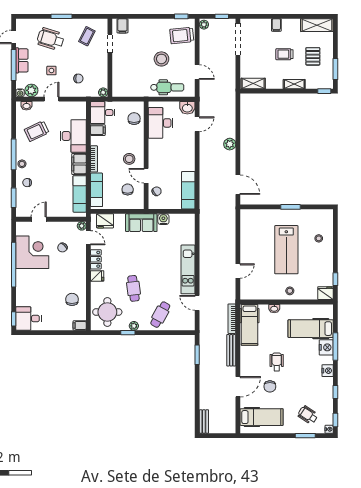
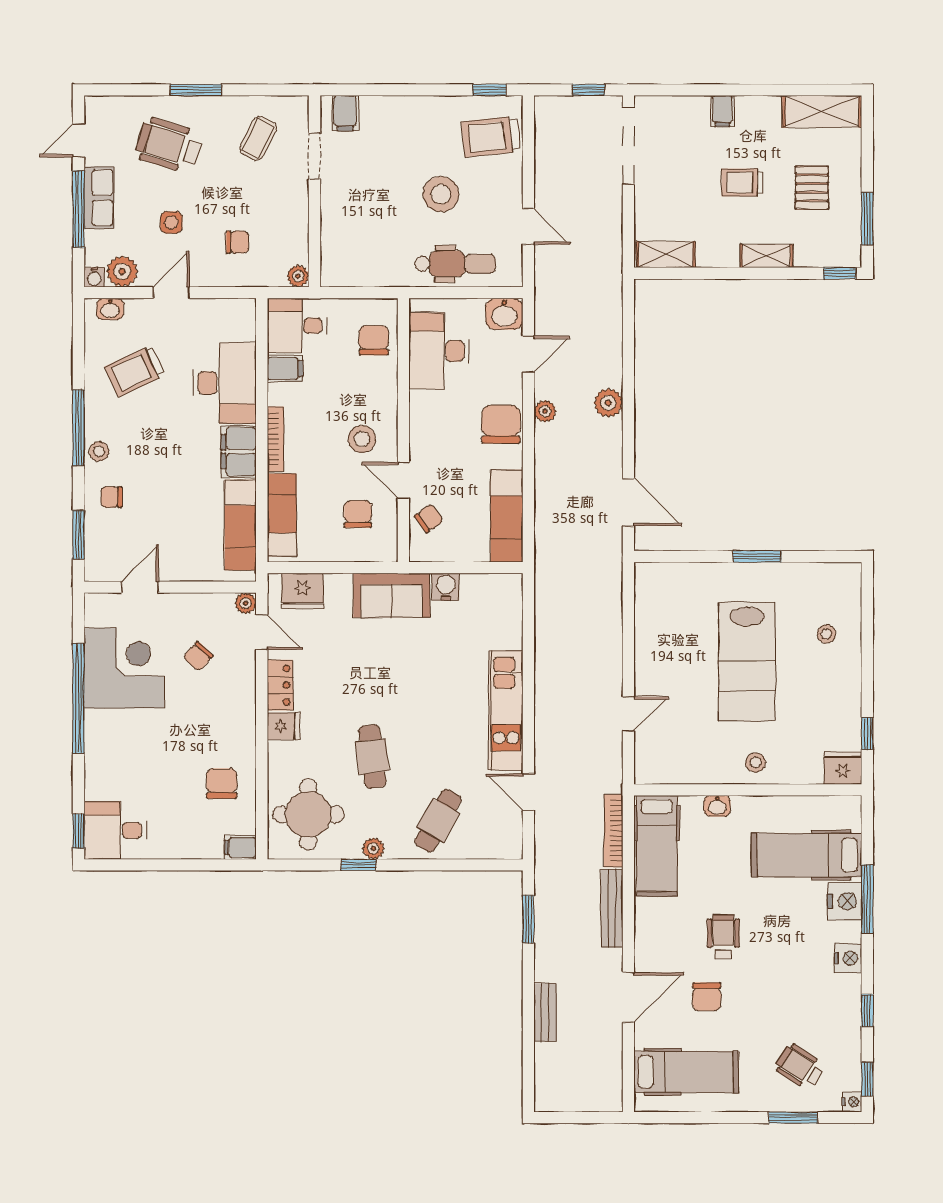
plant: (204, 25) -> (545, 411), moved
chair: (186, 153) -> (501, 424), added
bench: (204, 421) -> (545, 1012), moved

